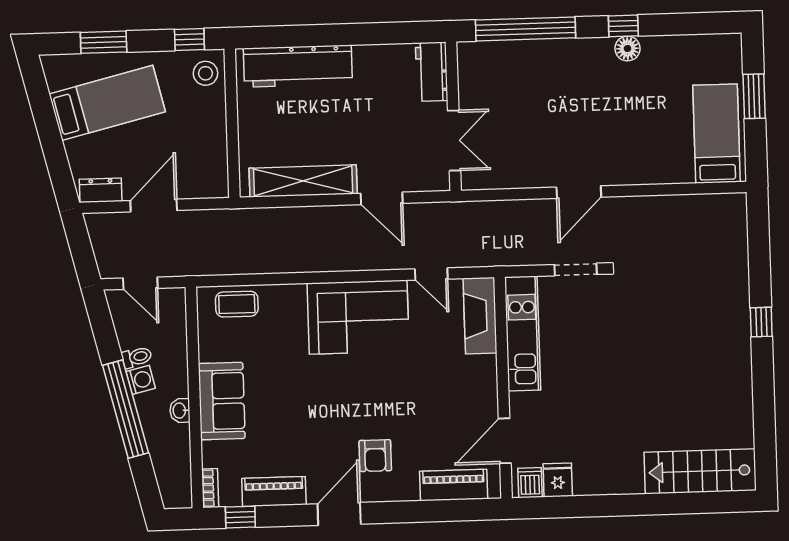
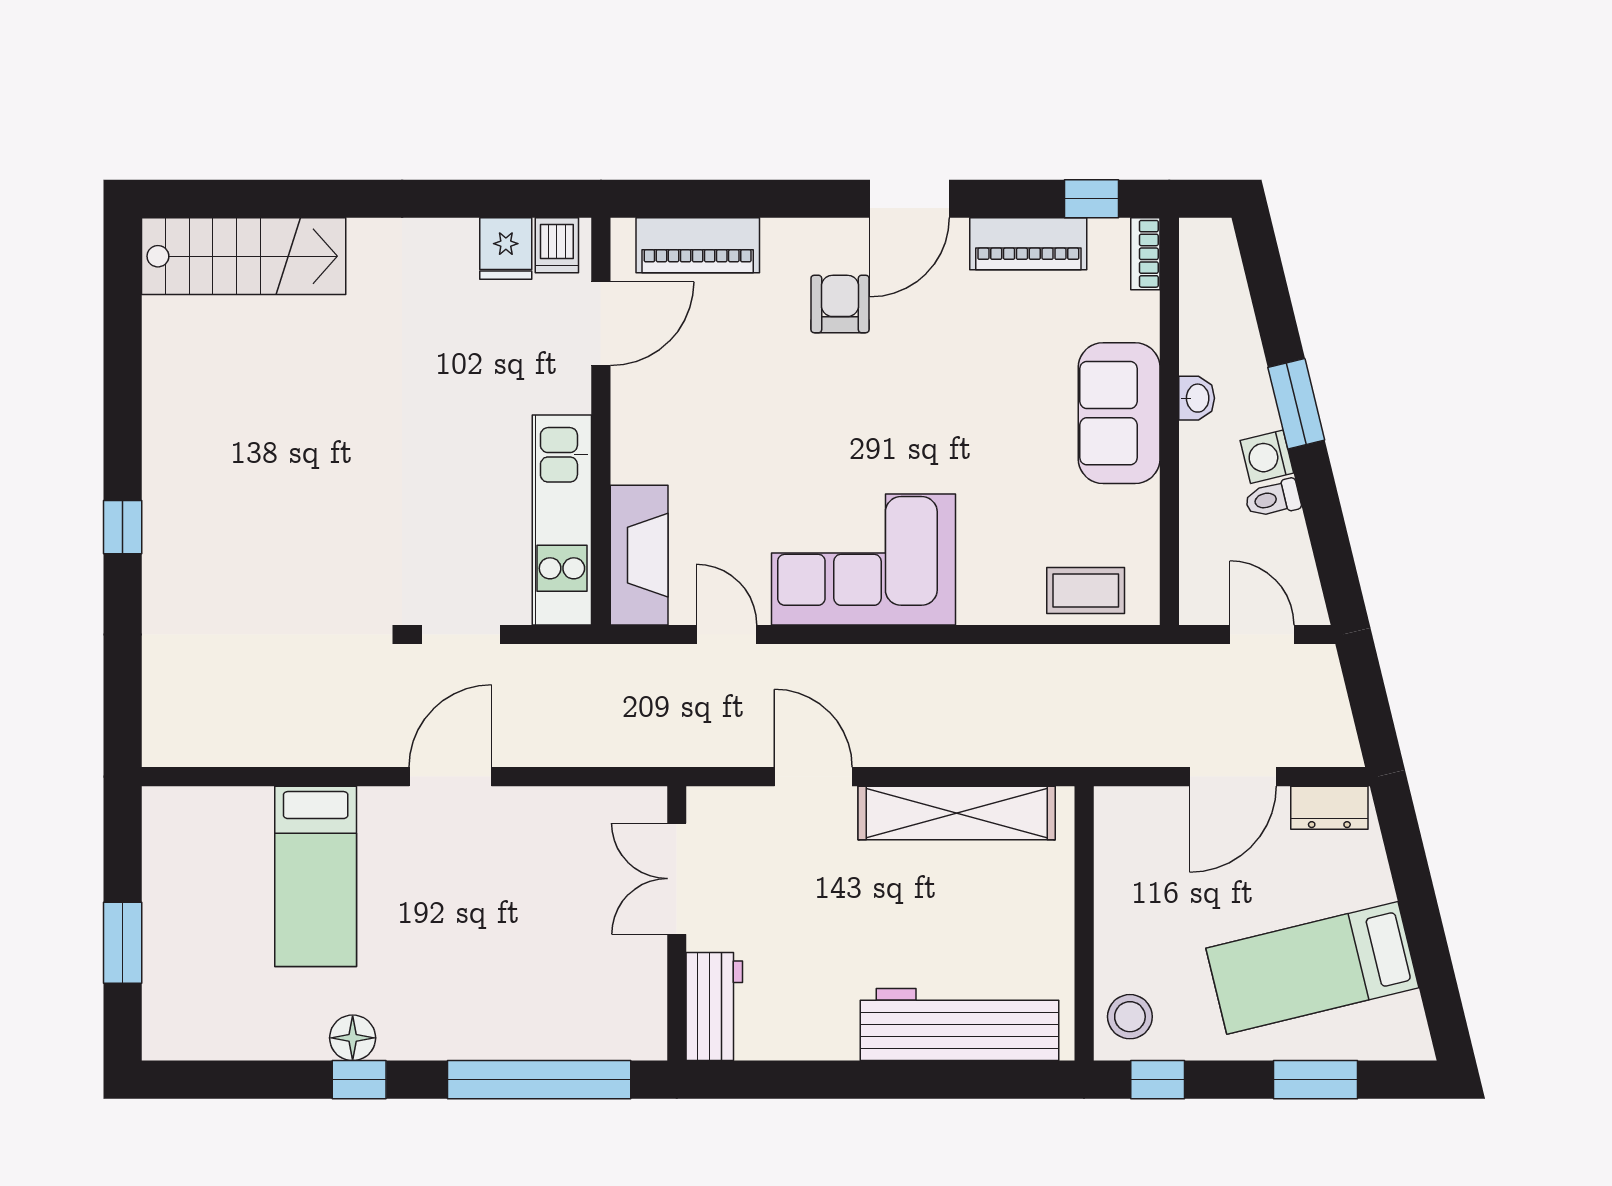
bed: (717, 134) -> (316, 876), moved
window: (126, 409) -> (1296, 404), width x0.47

